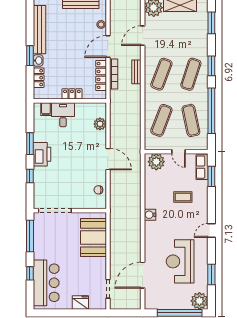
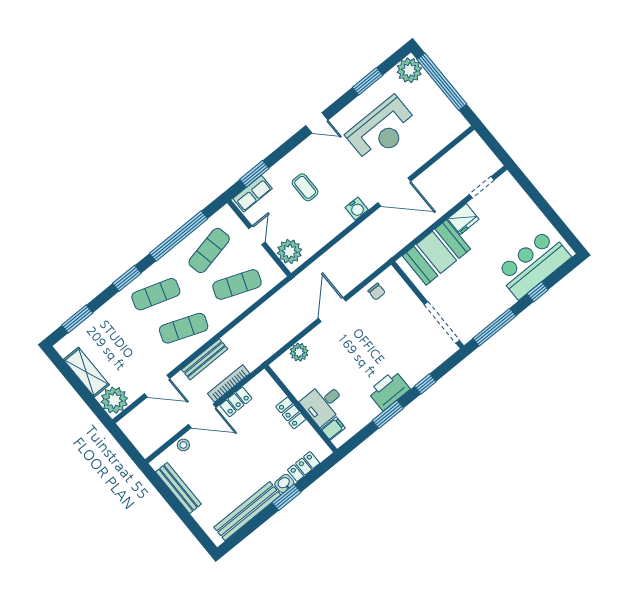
bench: (136, 72) -> (205, 359), width x1.36
locker: (101, 75) -> (236, 402), width x0.66
door: (143, 275) -> (394, 192), moved
fridge: (80, 302) -> (463, 219), moved, turned -90

